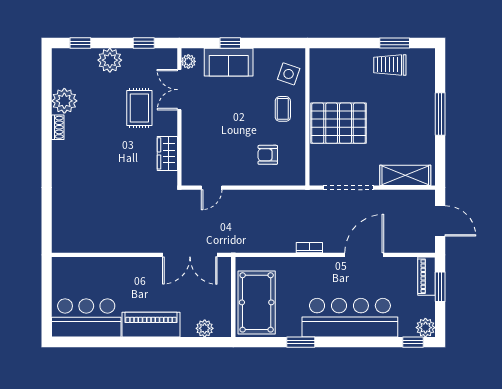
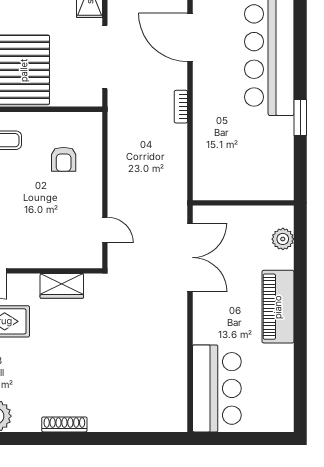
shoe rack: (58, 127) -> (64, 424), moved, width x1.43
pool table: (257, 302) -> (250, 173), removed
bar counter: (86, 318) -> (217, 388), moved, turned 180

